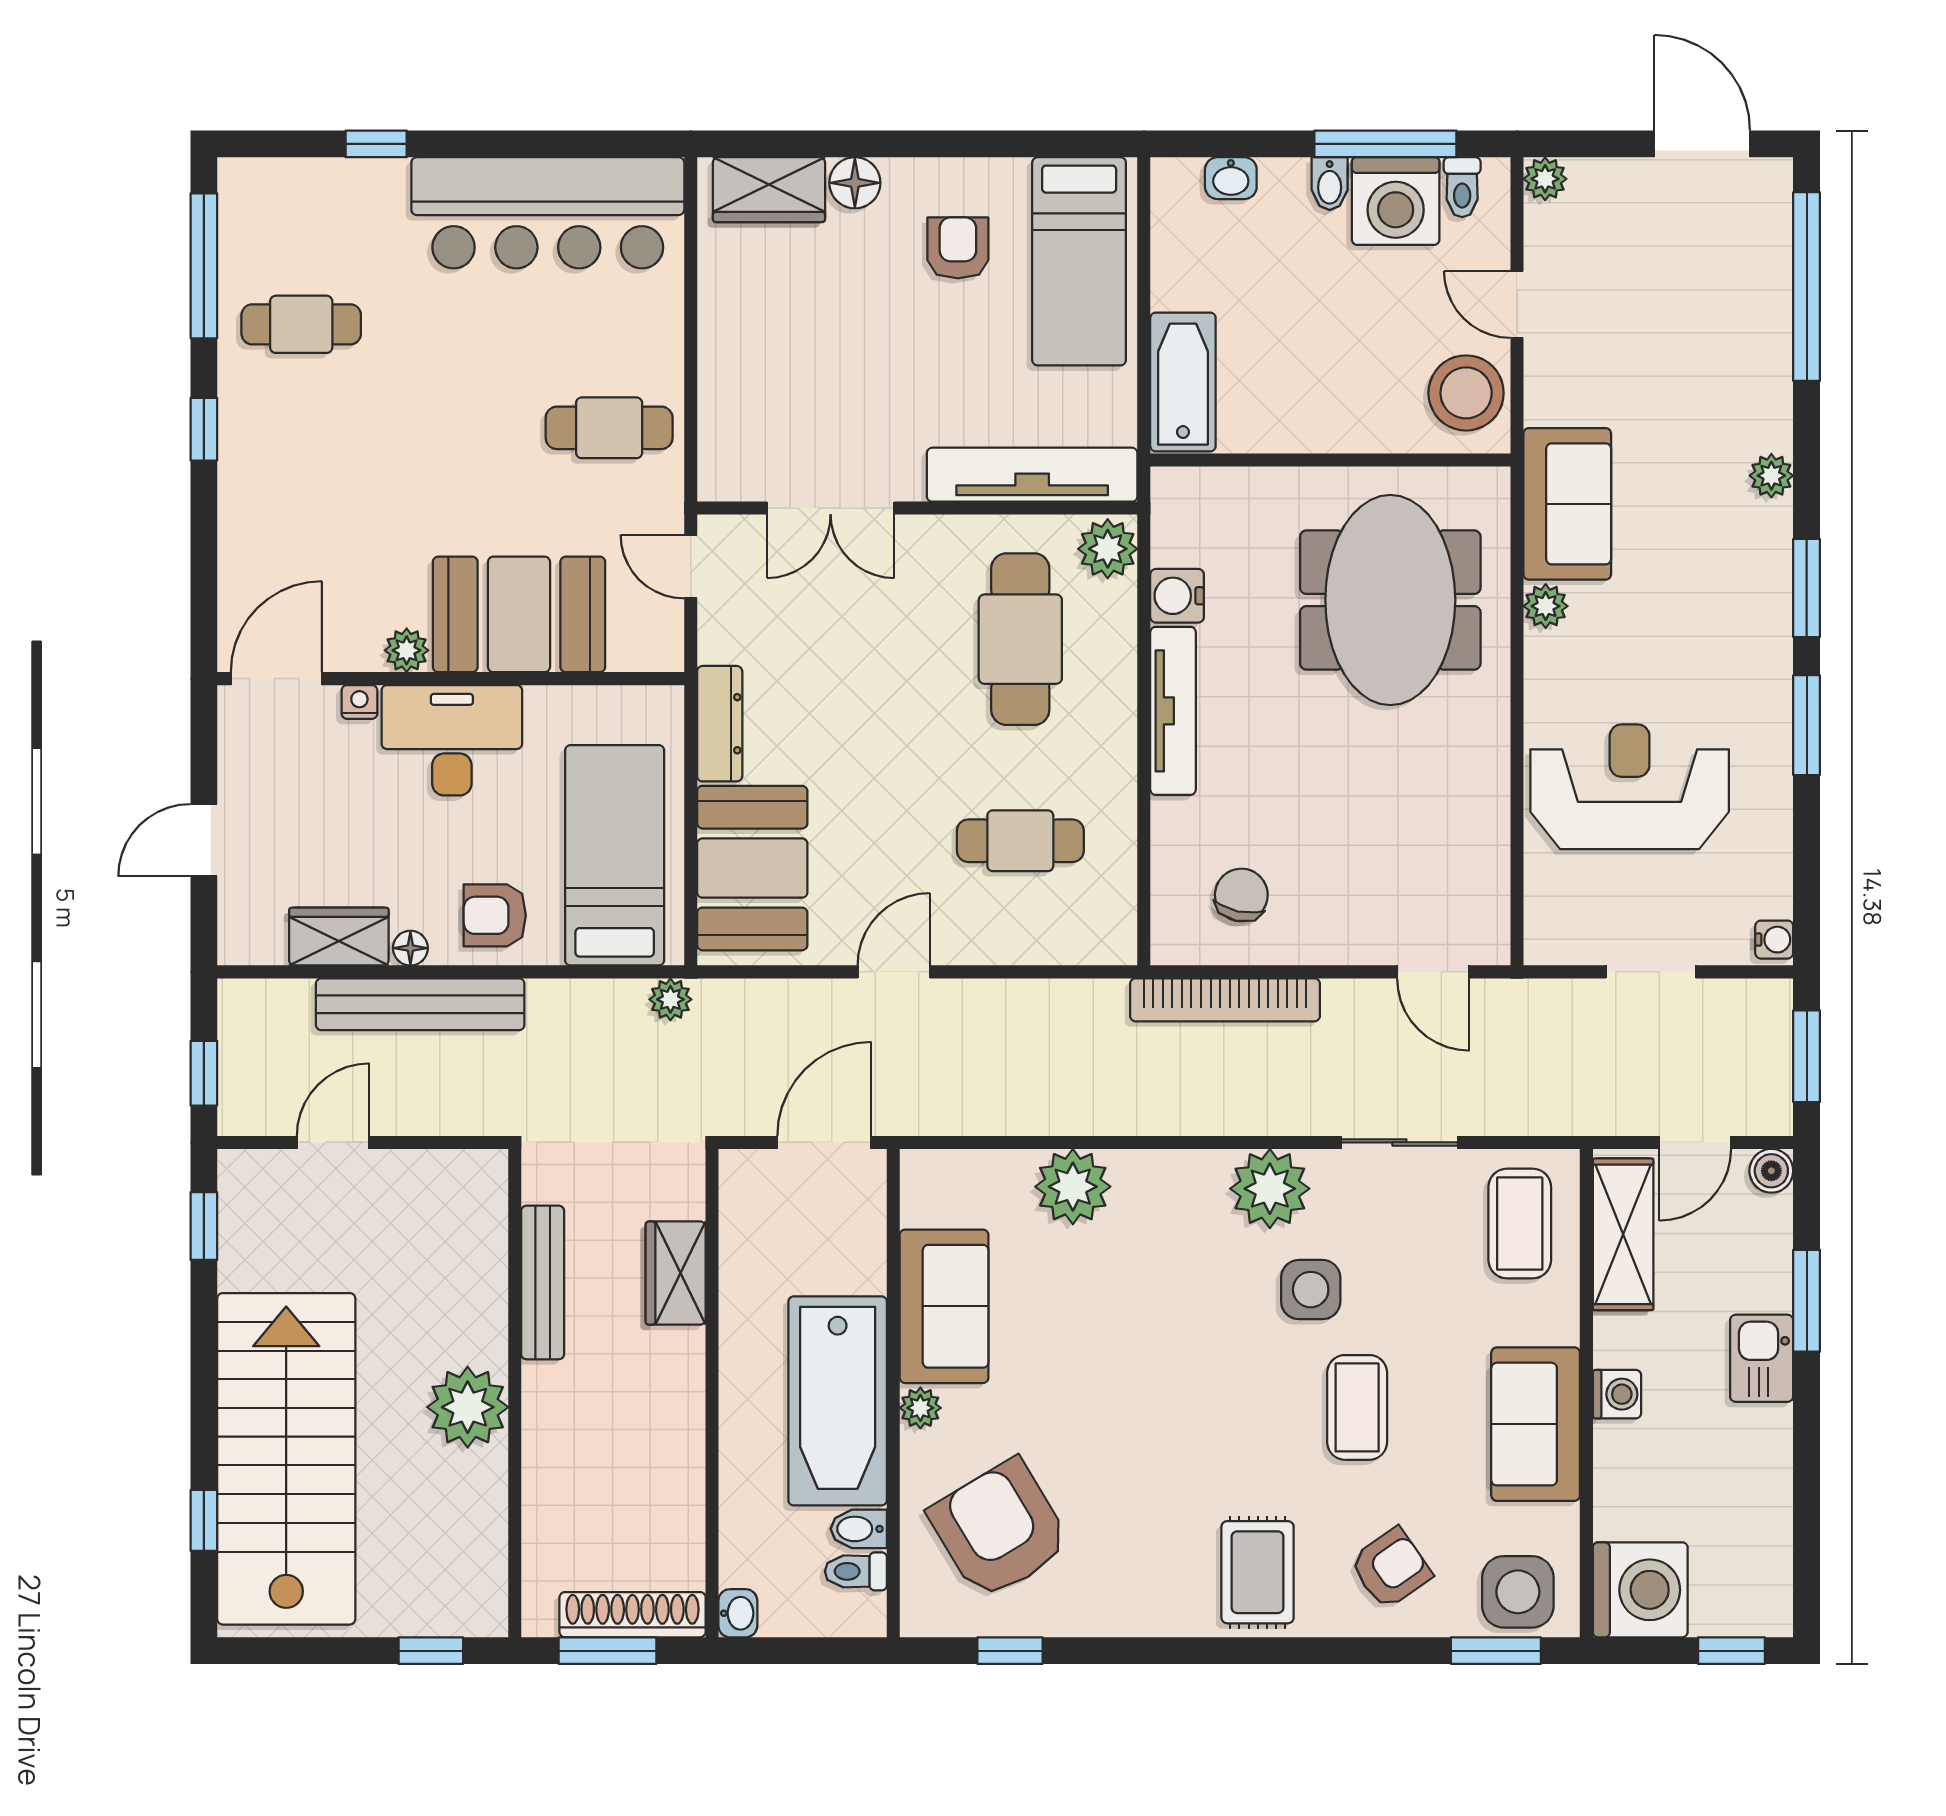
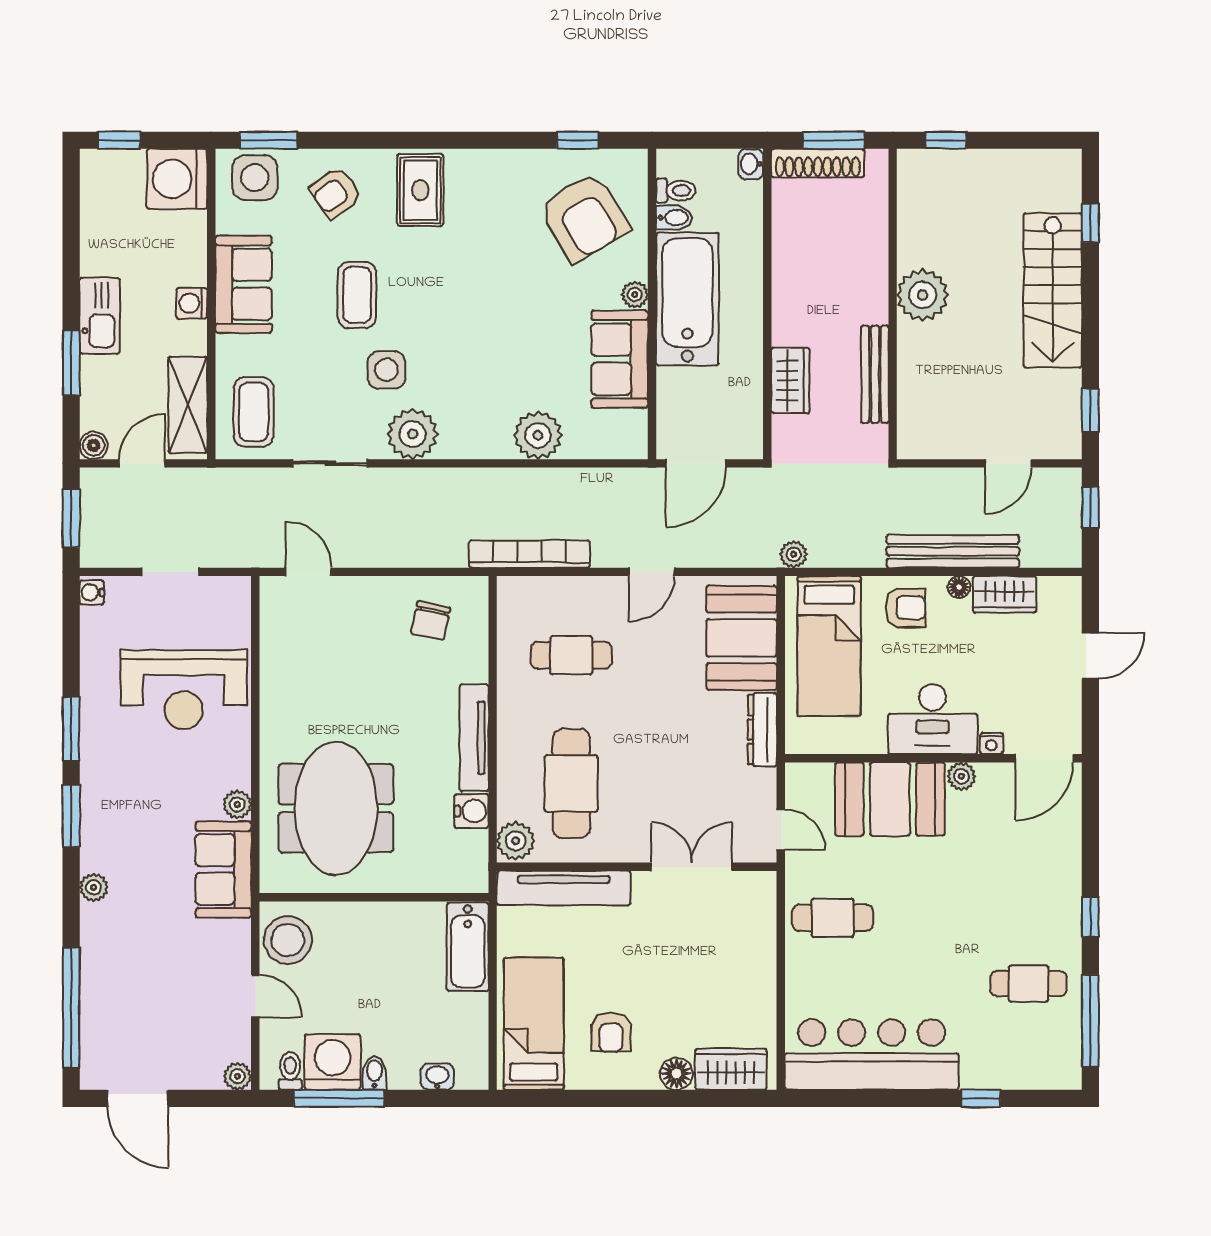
bookcase: (1225, 1000) -> (529, 554), moved
kitchen sink: (1762, 1358) -> (100, 316), width x1.38
stairs: (286, 1459) -> (1053, 290), width x0.73, depth x0.66

